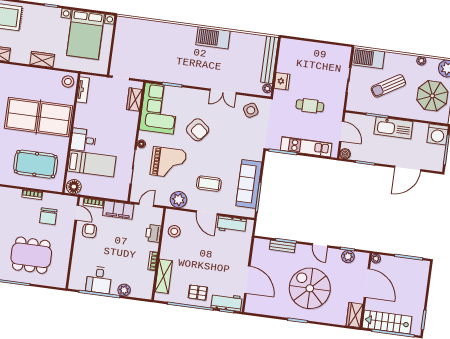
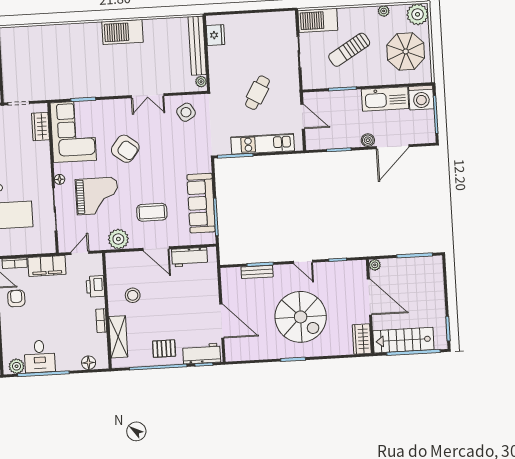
fridge: (282, 81) -> (215, 35), moved
cafe table: (310, 106) -> (258, 93), turned -60
kitchen sink: (393, 128) -> (385, 99), moved
boiler: (345, 154) -> (368, 140), moved
stool: (174, 231) -> (133, 295), moved
plant: (348, 257) -> (340, 269), removed
spiral stairs: (310, 288) -> (301, 317), turned 180
plant: (124, 290) -> (17, 366), moved
floor lamp: (136, 292) -> (89, 363), added

